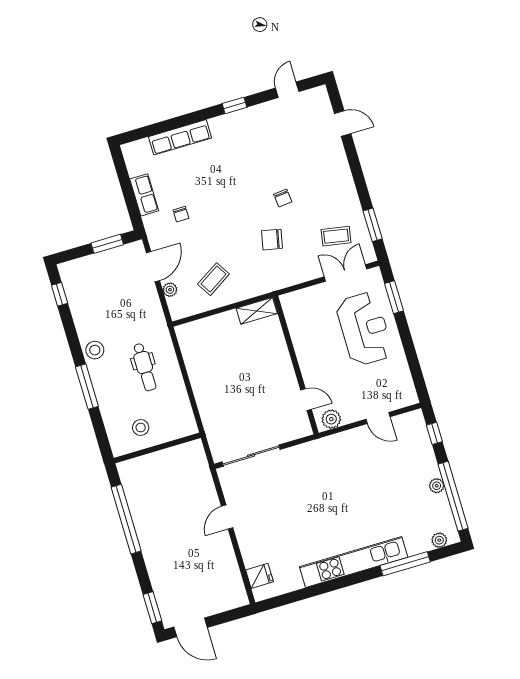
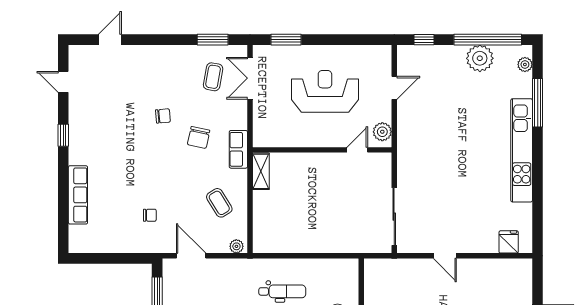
row of seats: (144, 195) -> (238, 149), moved, turned -90
plant: (170, 290) -> (236, 246), moved
reception desk: (364, 329) -> (325, 91), moved
plant: (437, 486) -> (480, 58), width x1.88, depth x1.88

